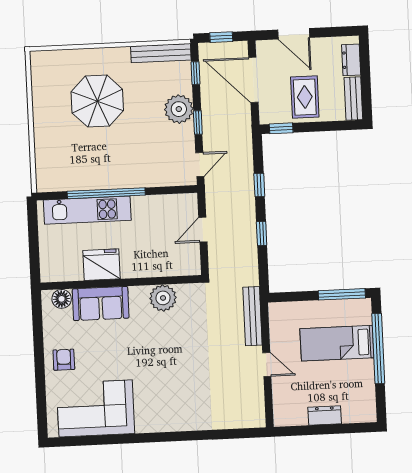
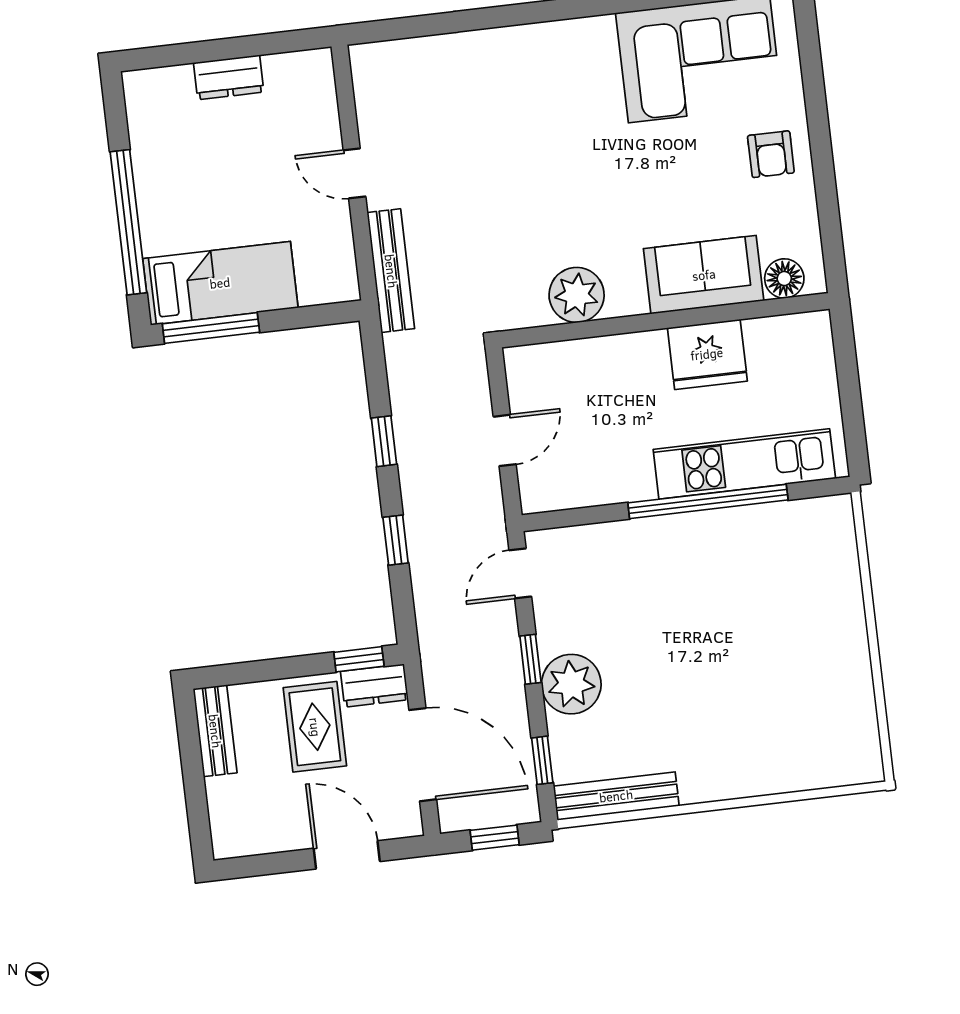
dresser: (351, 60) -> (374, 686), moved, turned 90
parasol: (97, 101) -> (739, 689), removed
bed: (337, 343) -> (220, 283), moved

